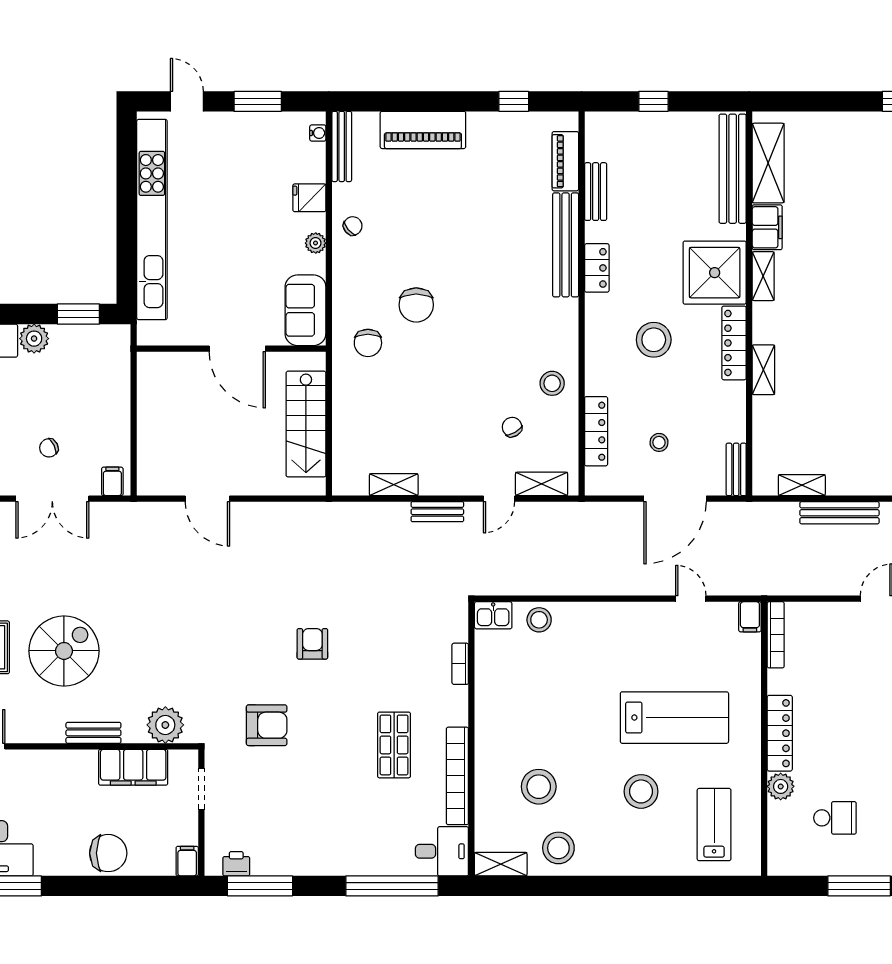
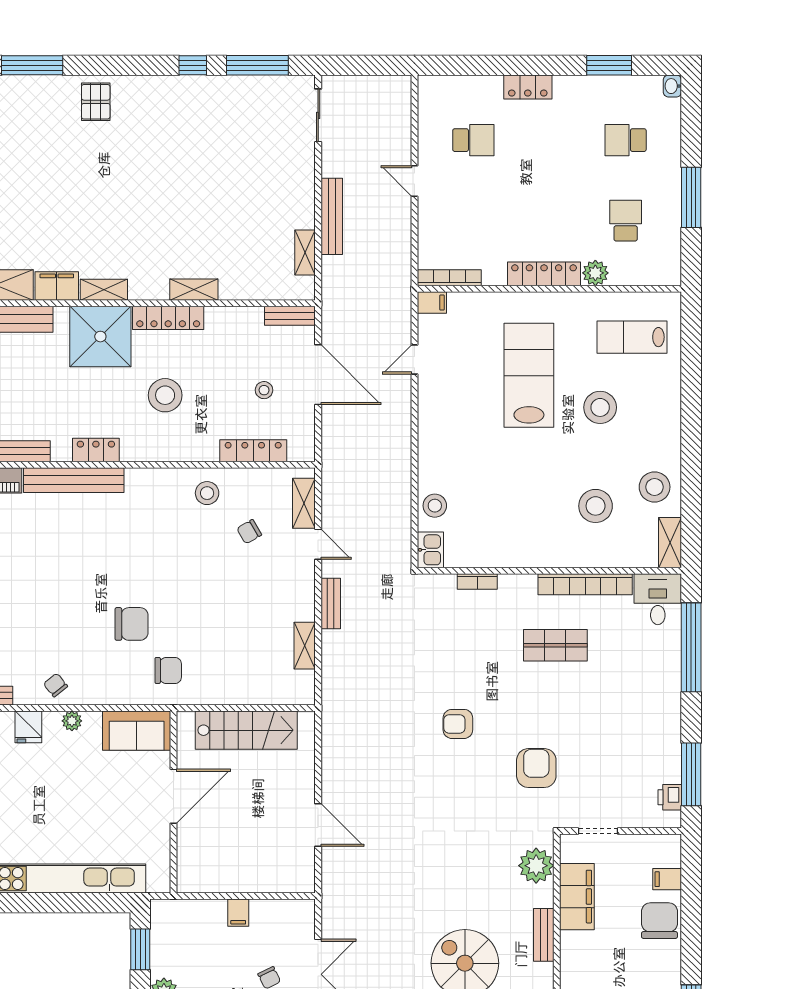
filing cabinet: (112, 481) -> (238, 913), moved, turned -90
door: (207, 499) -> (318, 825), hinge flipped
filing cabinet: (187, 861) -> (667, 879), moved

